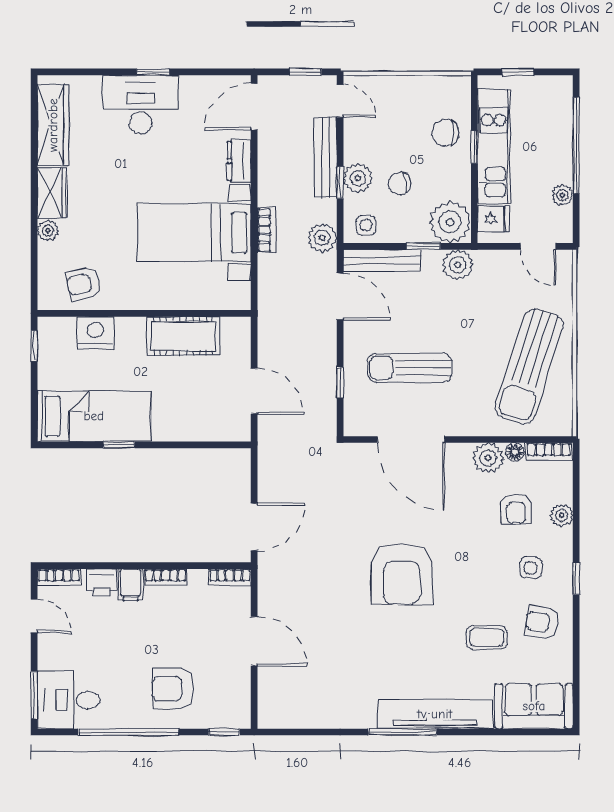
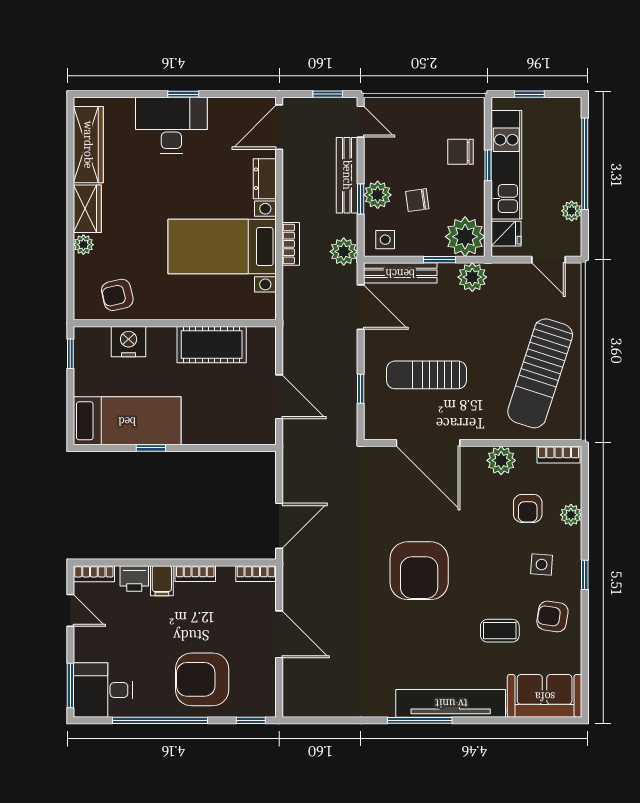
floor lamp: (515, 452) -> (526, 455), removed
armchair: (173, 689) -> (202, 679), width x1.36, depth x1.36

